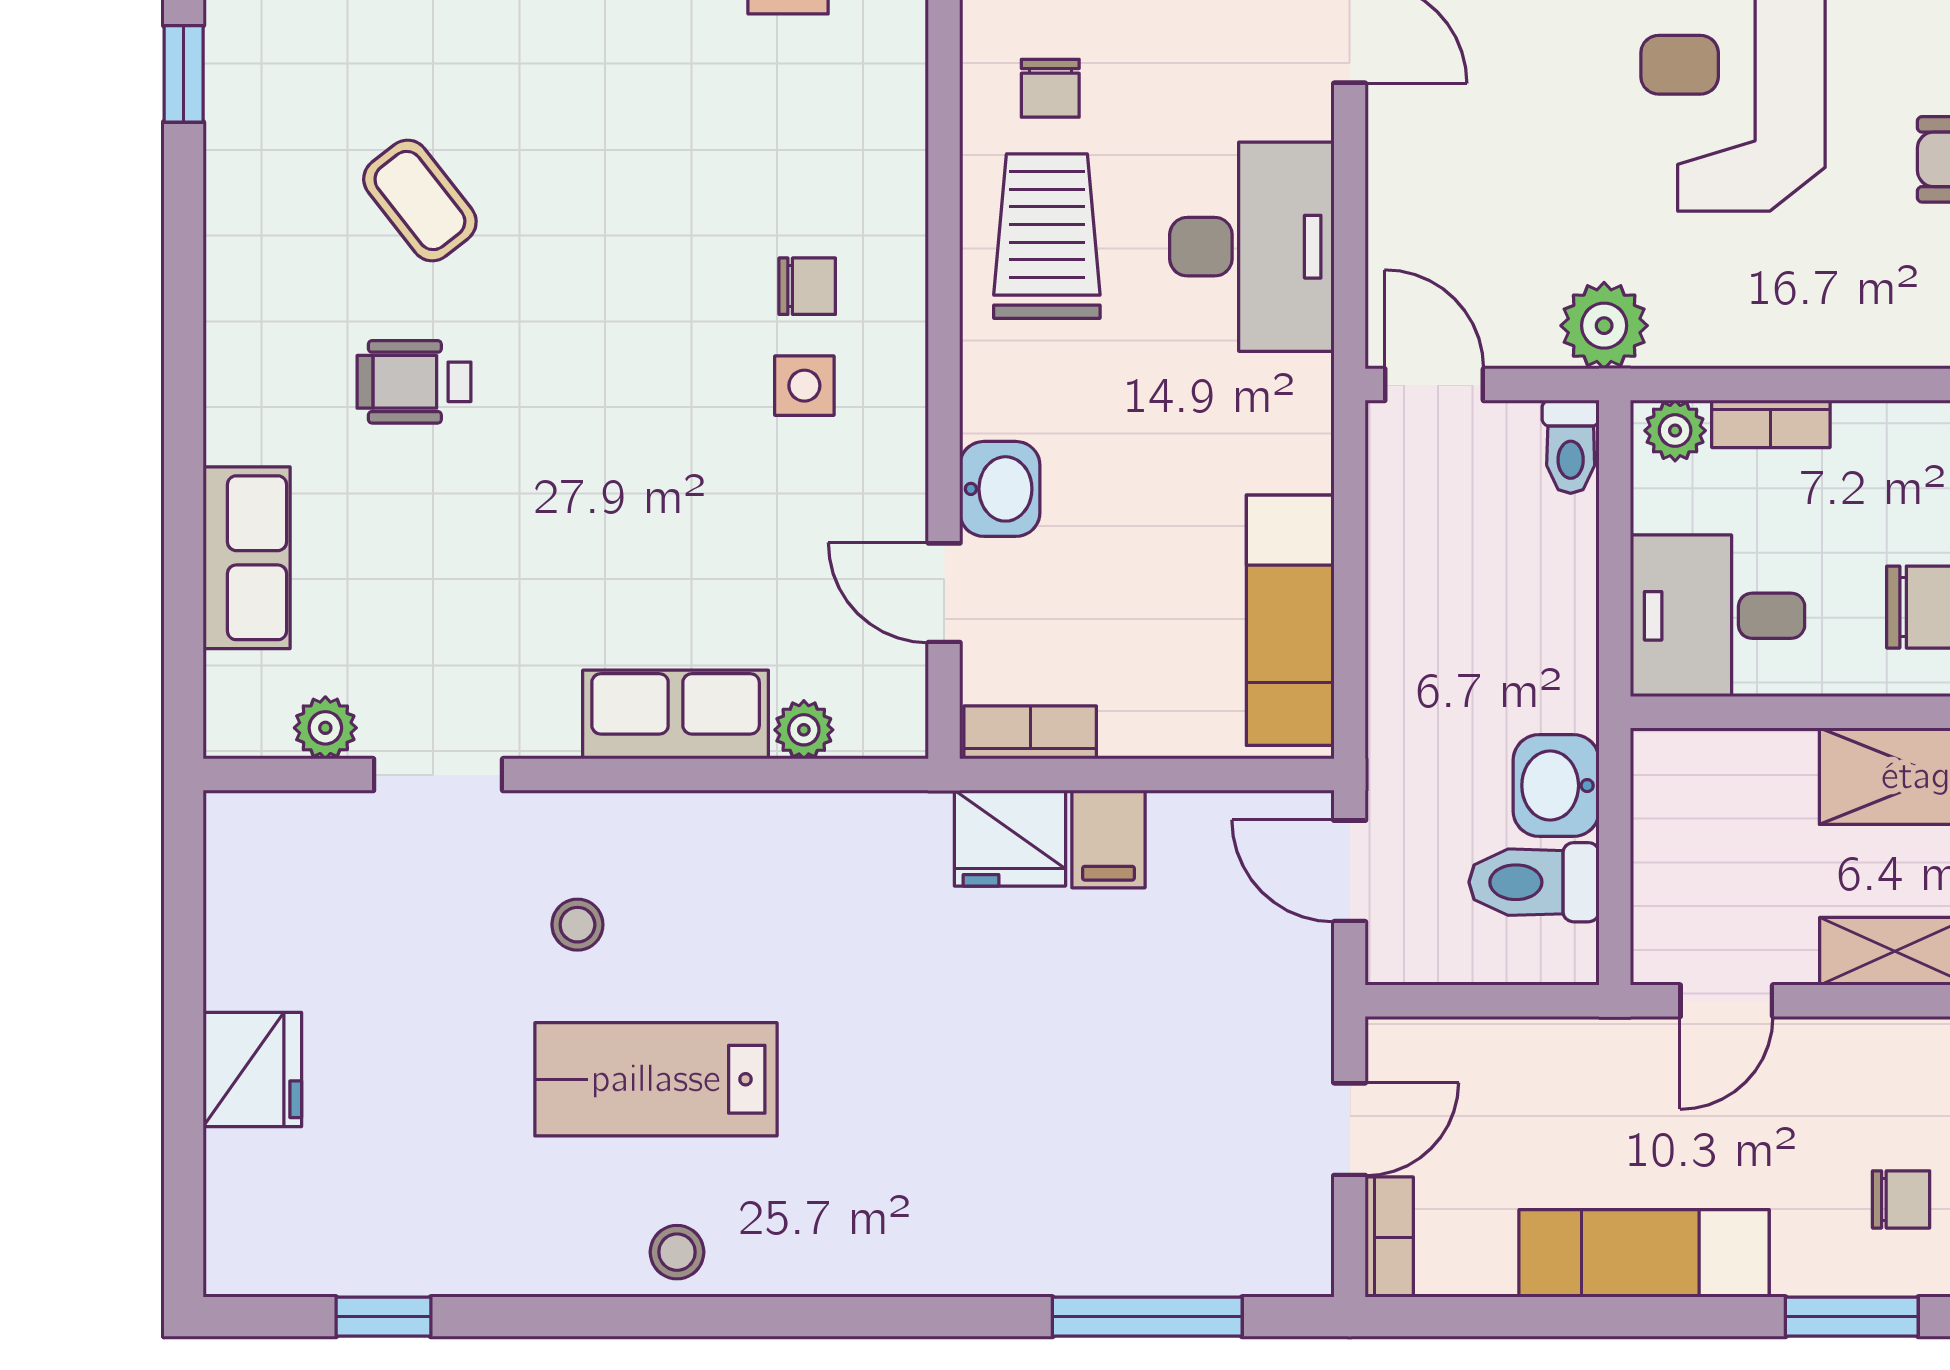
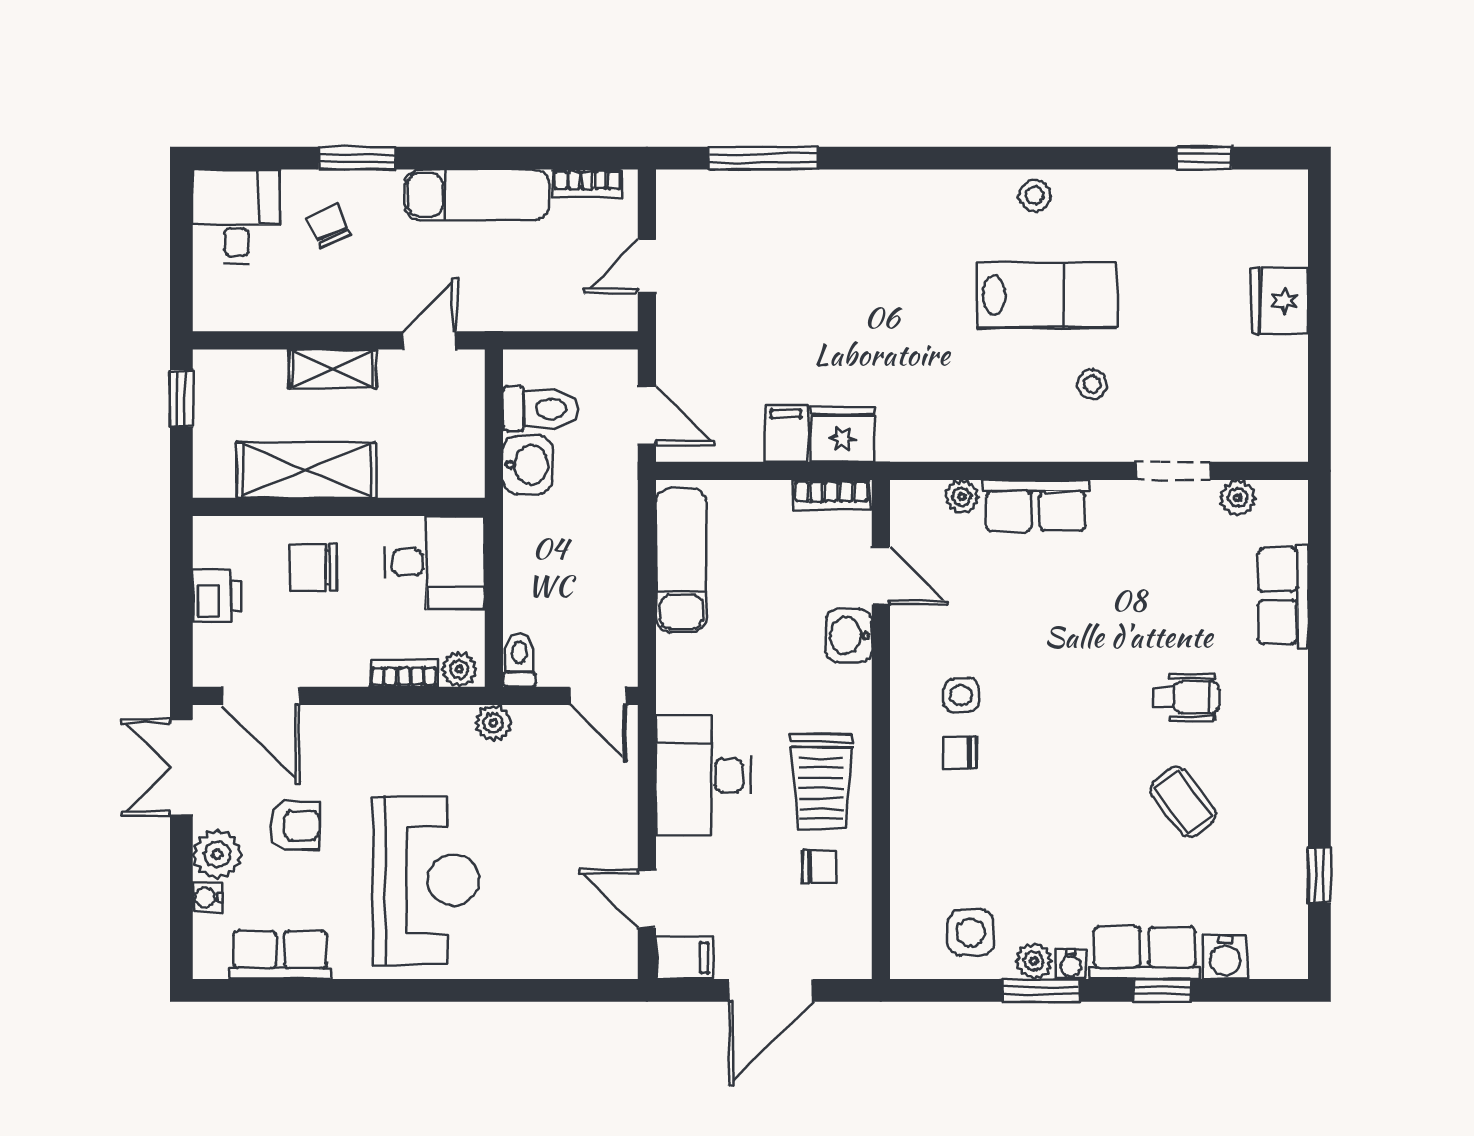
chair: (1050, 88) -> (820, 867), turned 90
plant: (1604, 326) -> (493, 723), width x0.73, depth x0.73
chair: (1901, 1199) -> (329, 226), turned 66
bookcase: (1389, 1237) -> (587, 183), moved, turned -90

